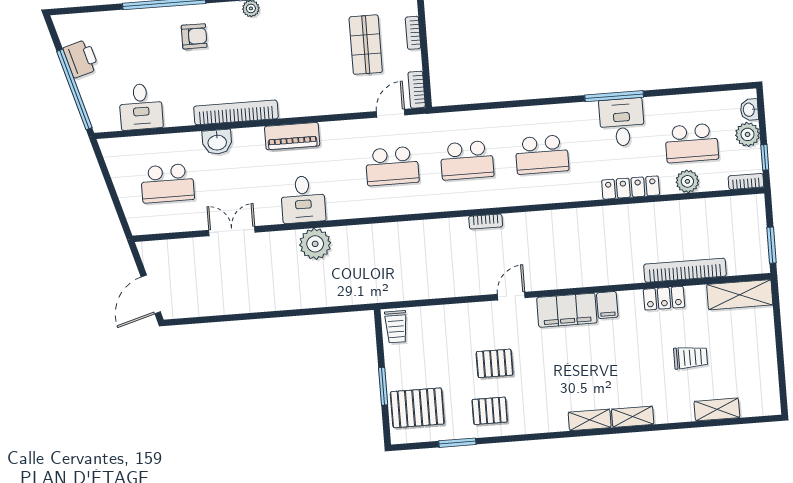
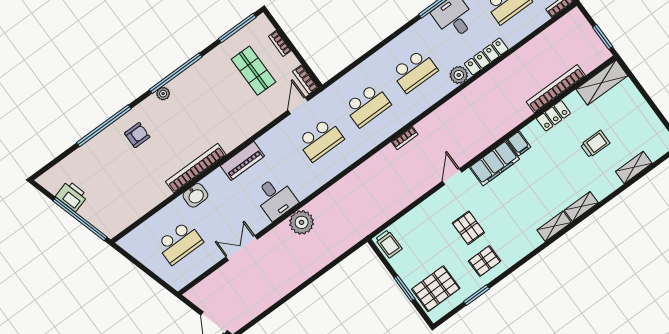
desk: (141, 107) -> (131, 203), removed
plant: (687, 181) -> (459, 75), moved
pallet: (495, 363) -> (468, 228), turned 90

